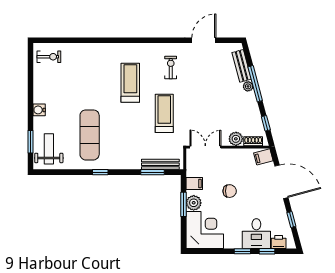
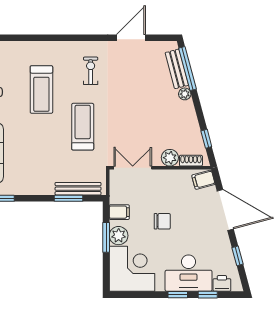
treadmill: (130, 83) -> (41, 90), turned 180
window: (255, 84) -> (188, 69), moved
desk: (256, 234) -> (189, 273), width x1.37

